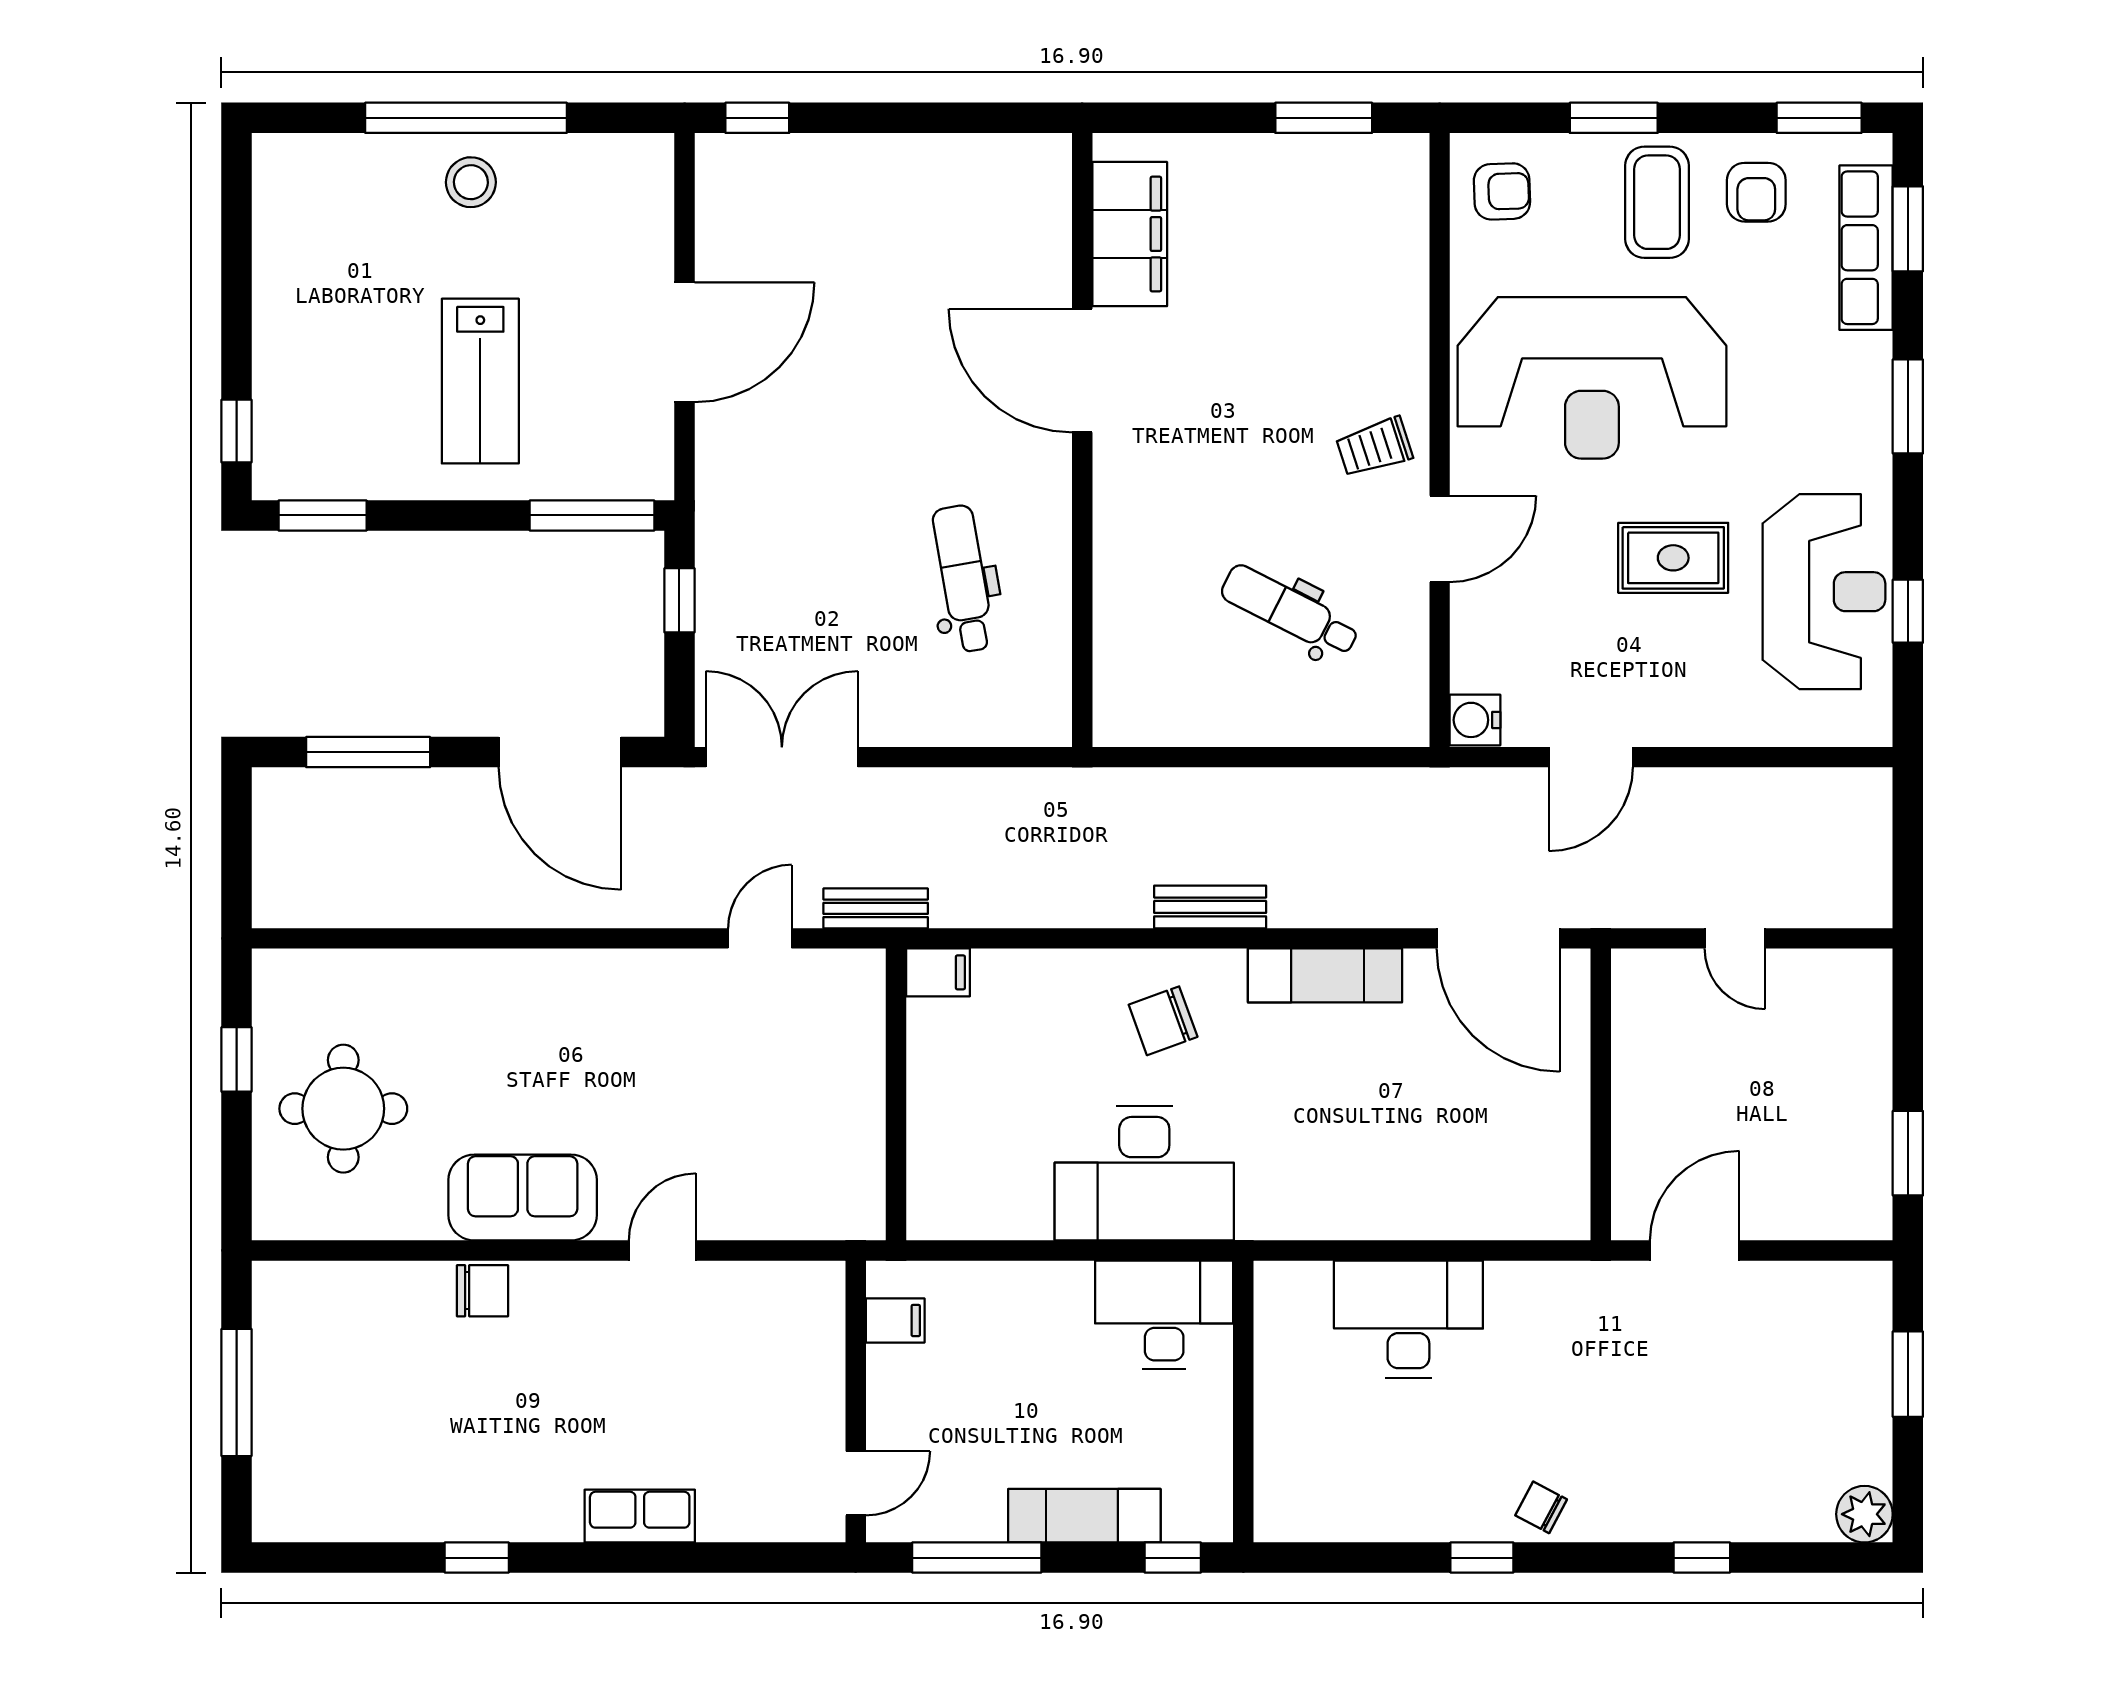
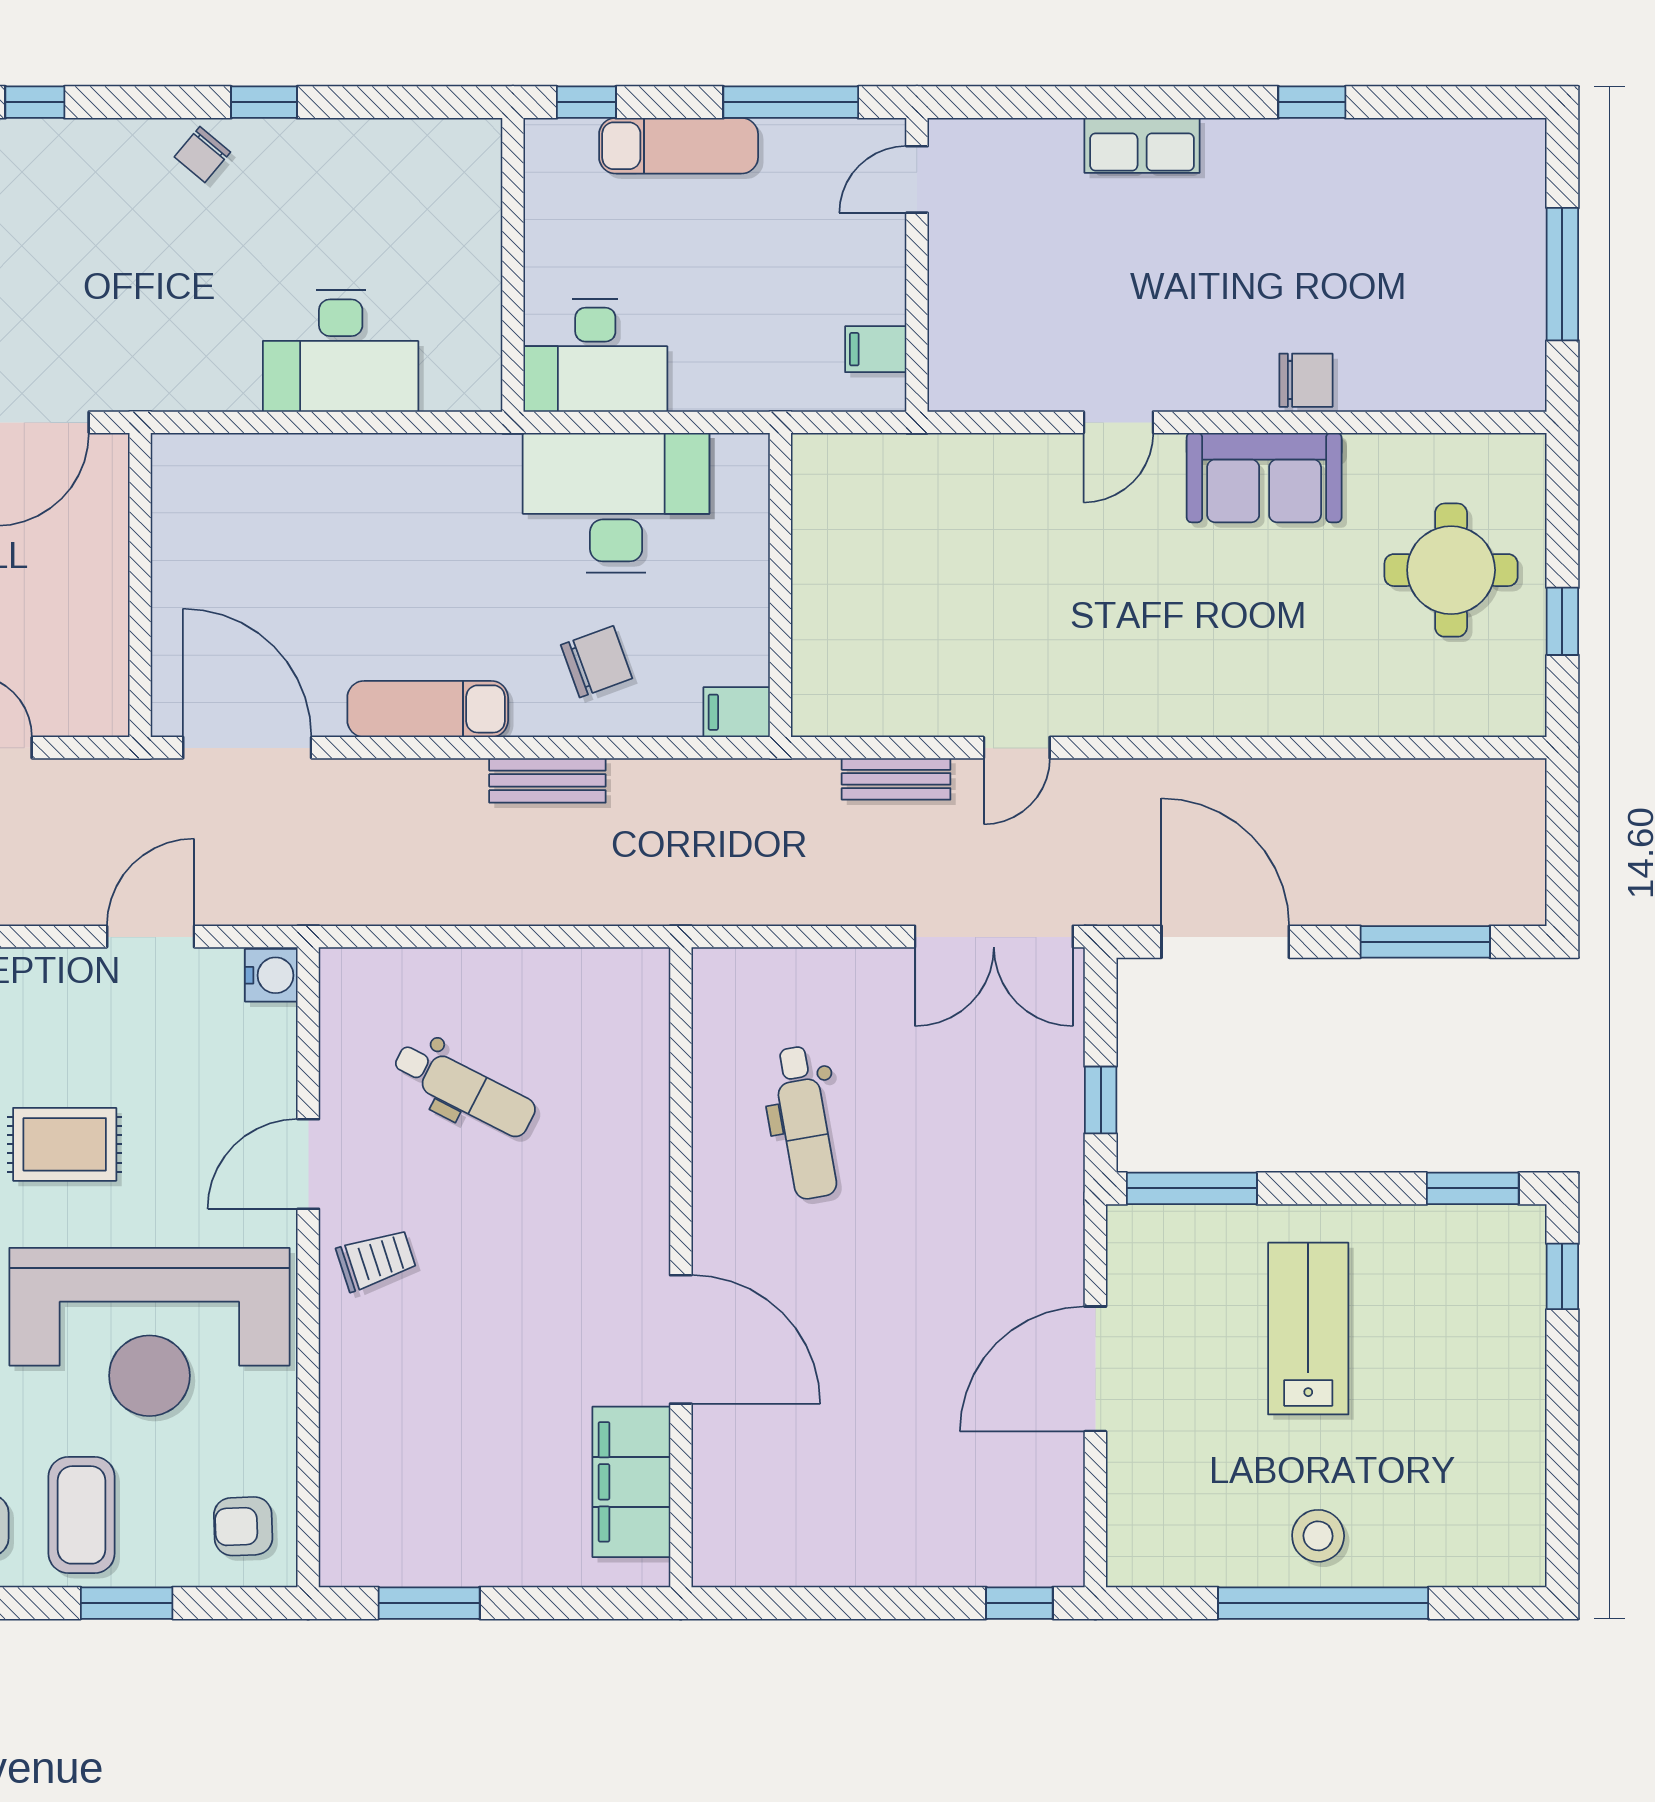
reception desk: (1592, 378) -> (149, 1332), turned 180
filing cabinet: (938, 972) -> (737, 712), moved
wall: (896, 1094) -> (780, 585), moved
chair: (482, 1291) -> (1306, 380), turned 180
chair: (1541, 1507) -> (202, 154), turned 102

